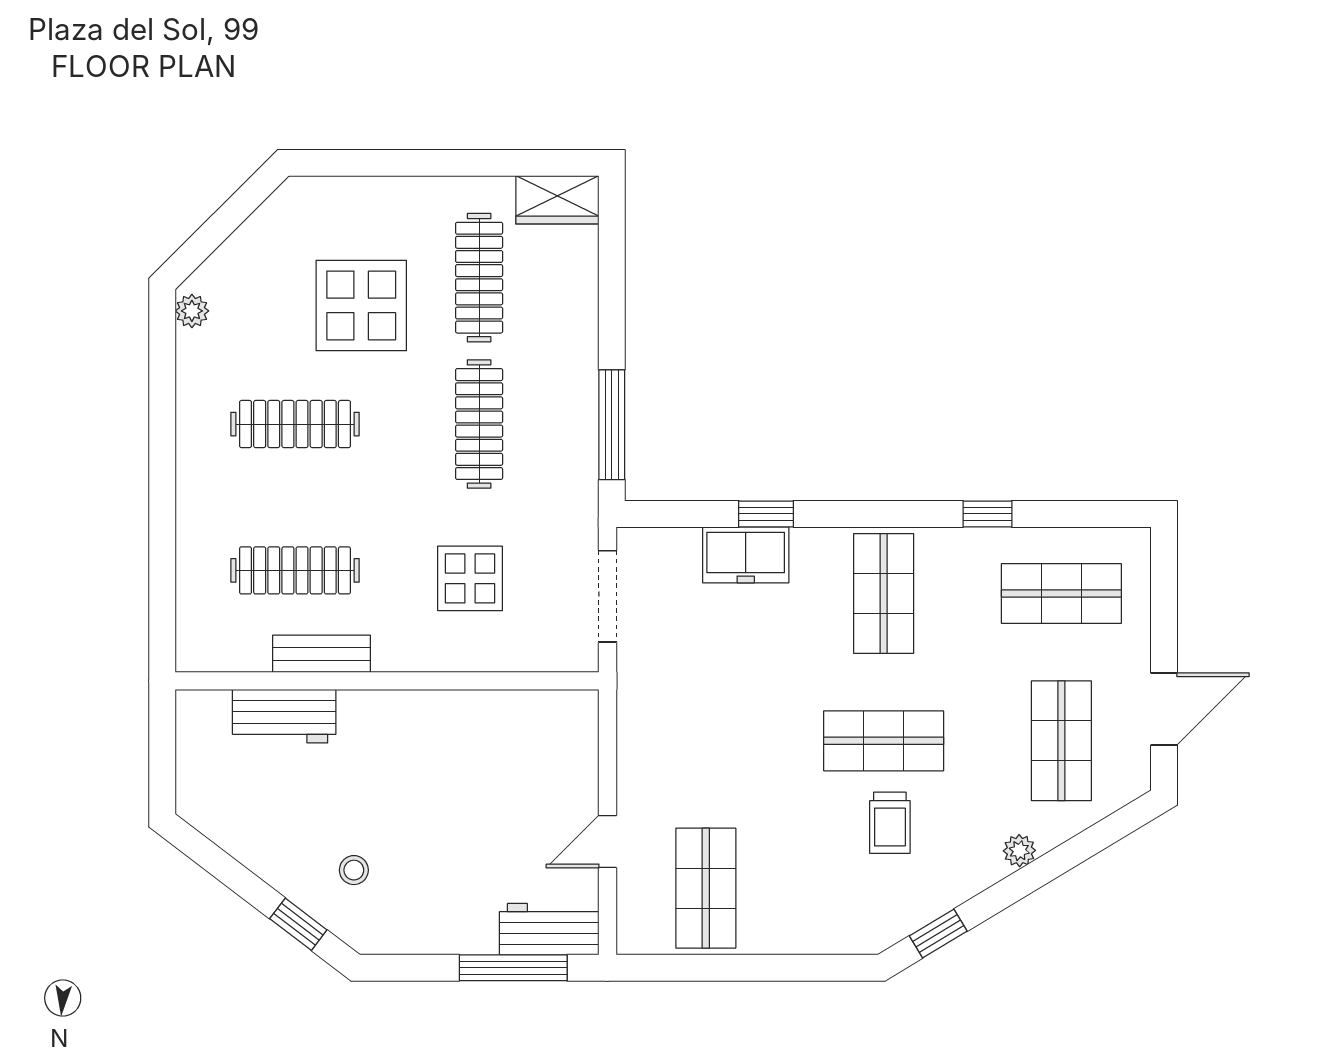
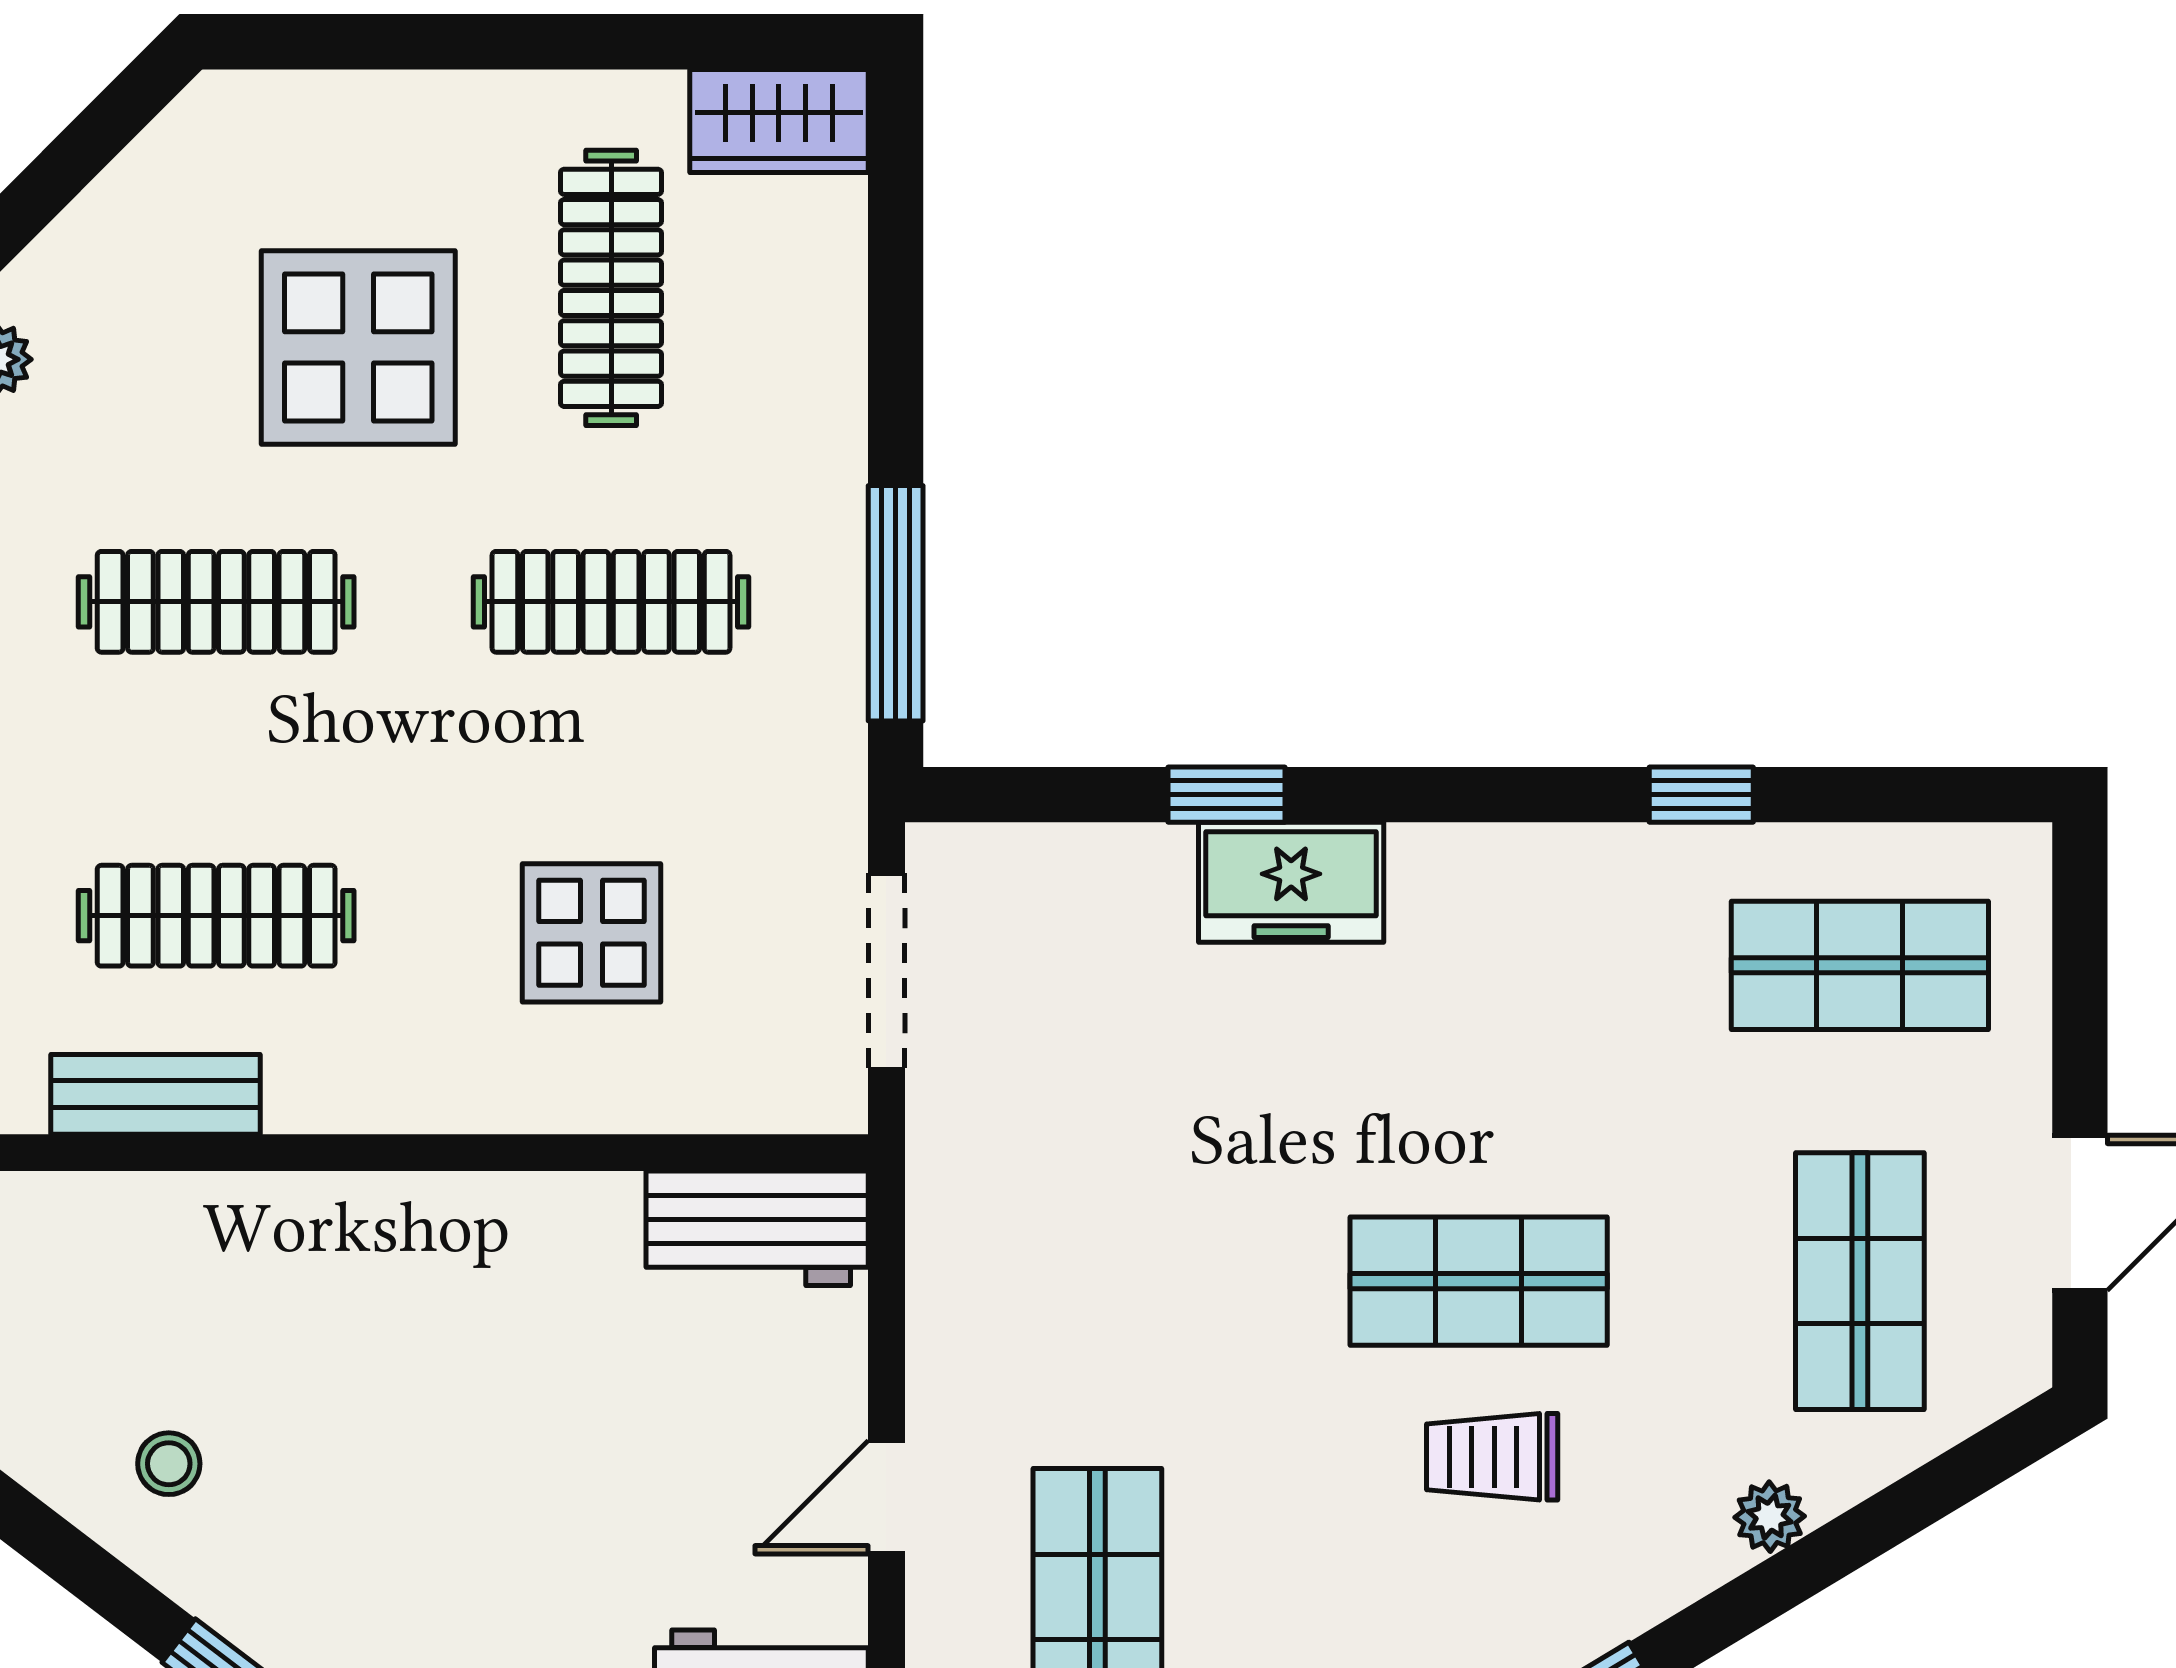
clothes rail: (479, 424) -> (611, 602), turned 90
freezer: (746, 555) -> (1291, 882), moved
shop shelf: (884, 594) -> (1479, 965), removed
bench: (321, 654) -> (156, 1094), moved
workbench: (284, 716) -> (757, 1228), moved
trolley: (890, 823) -> (1492, 1457), turned 90
stool: (354, 870) -> (169, 1464), moved

